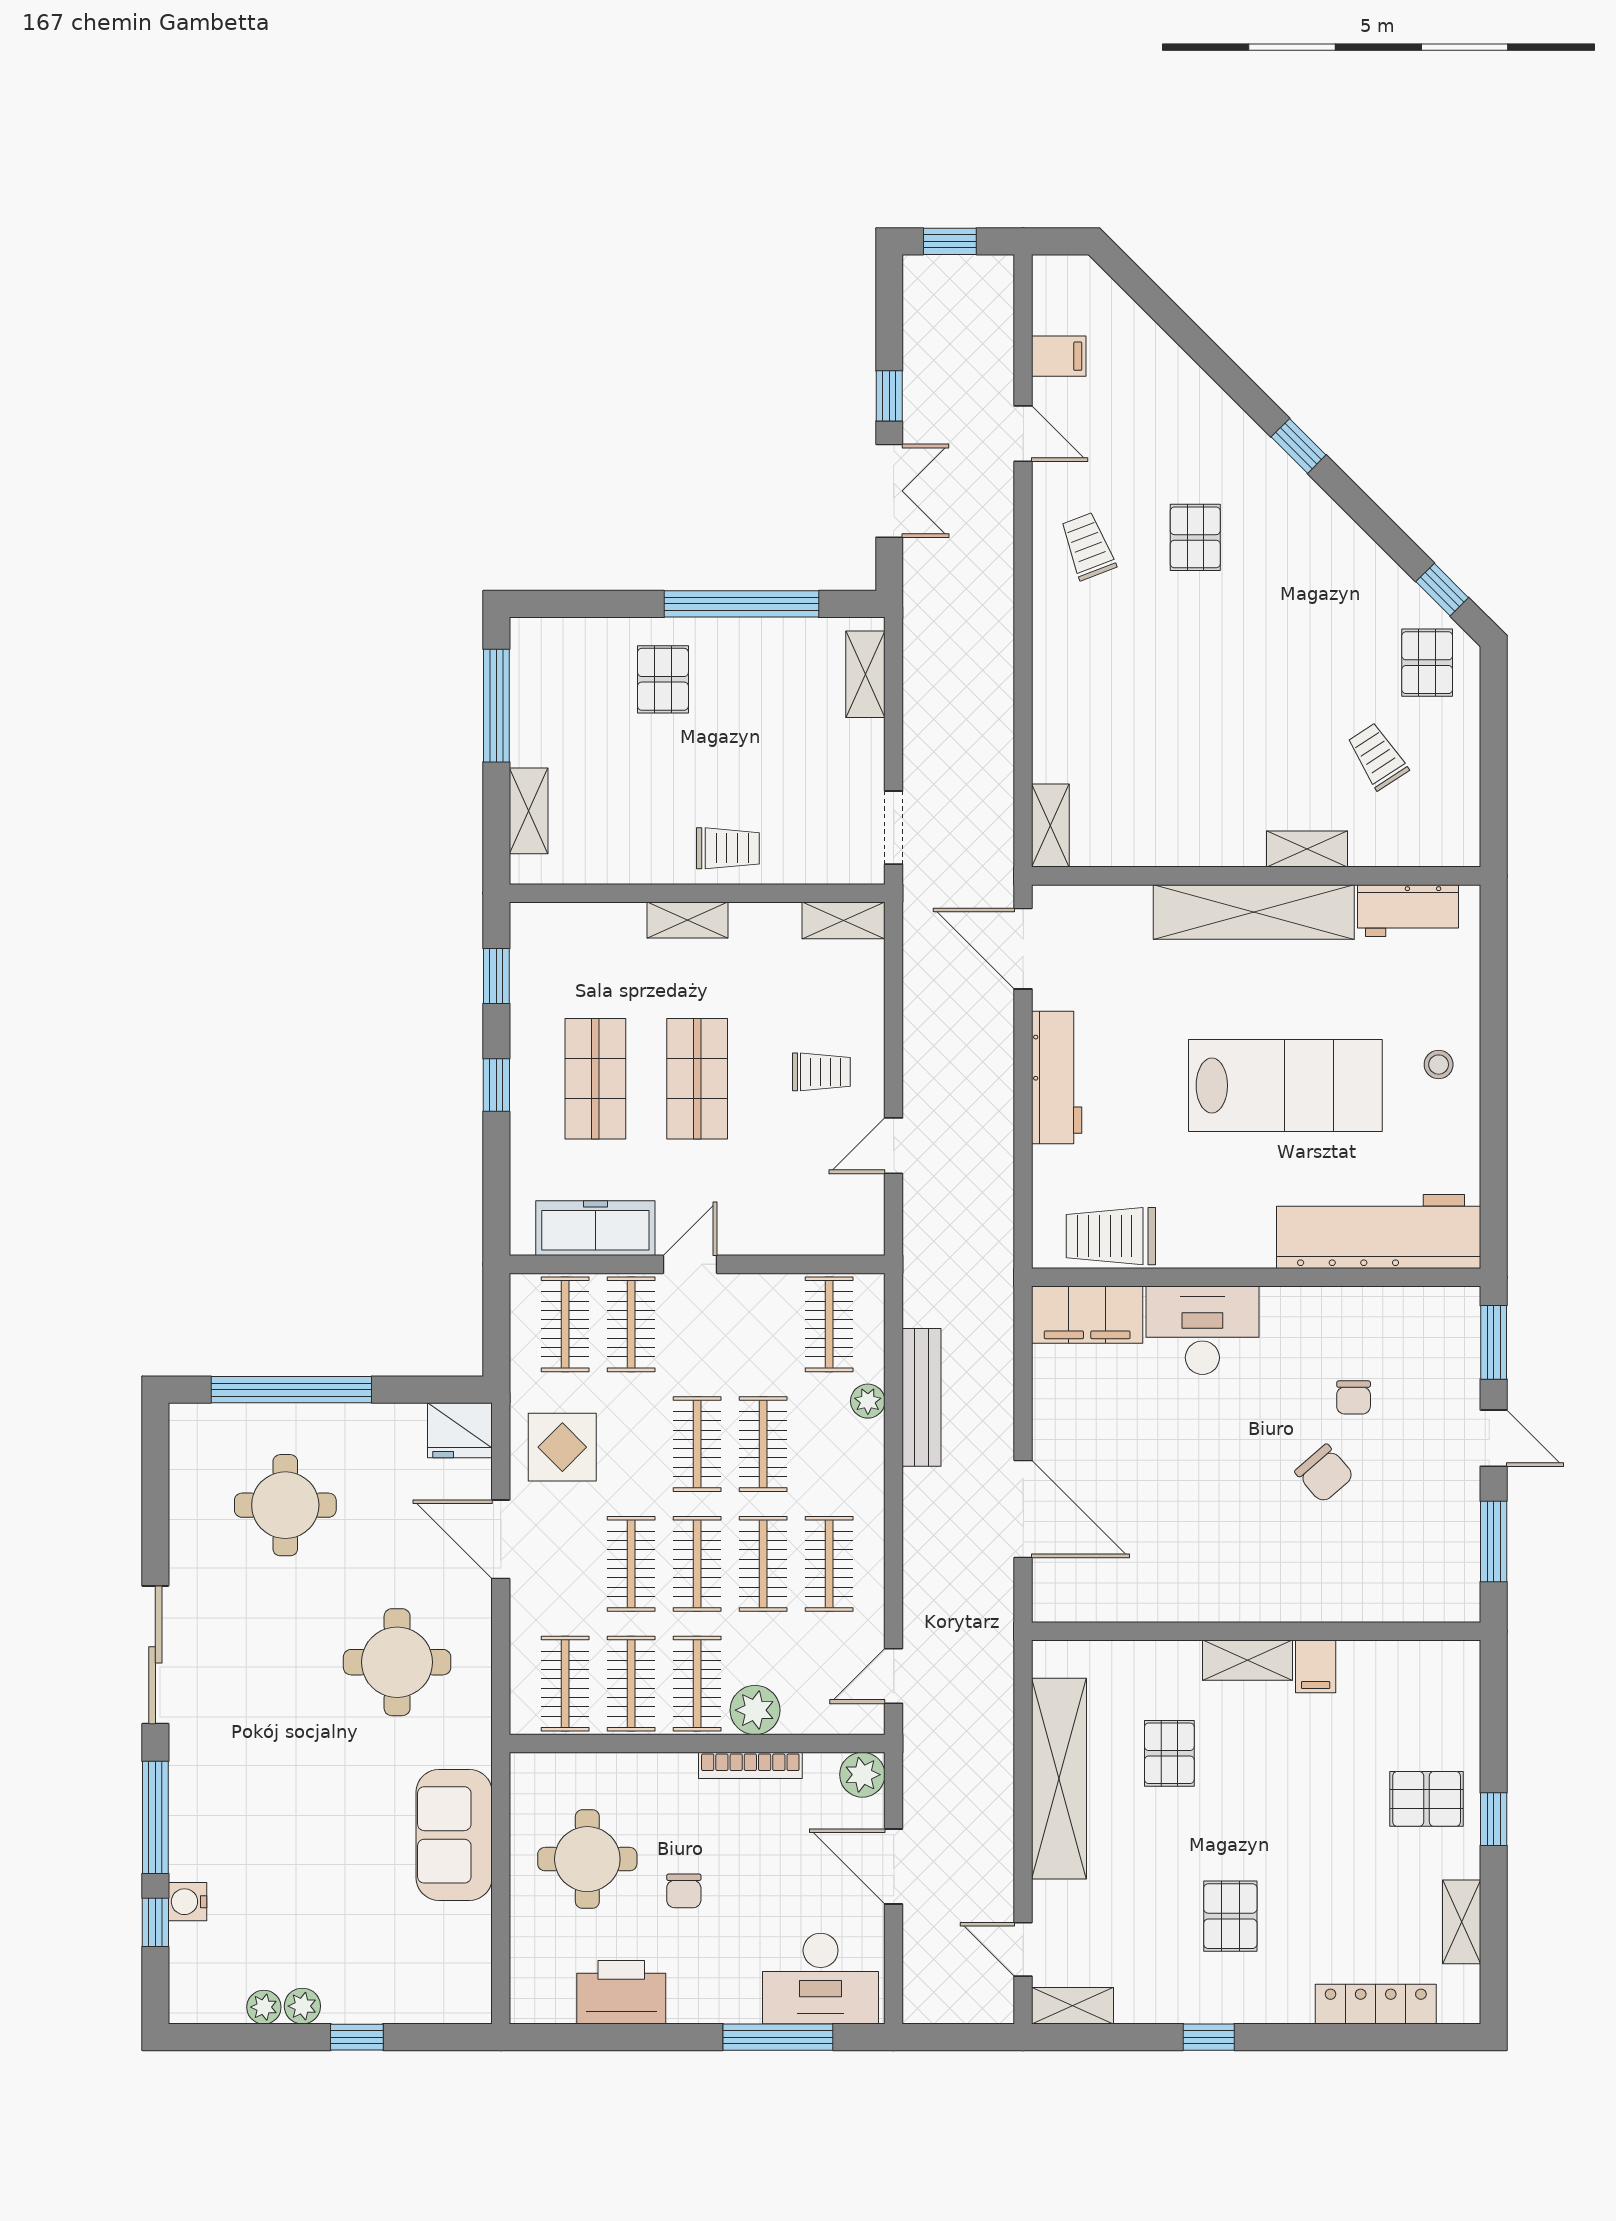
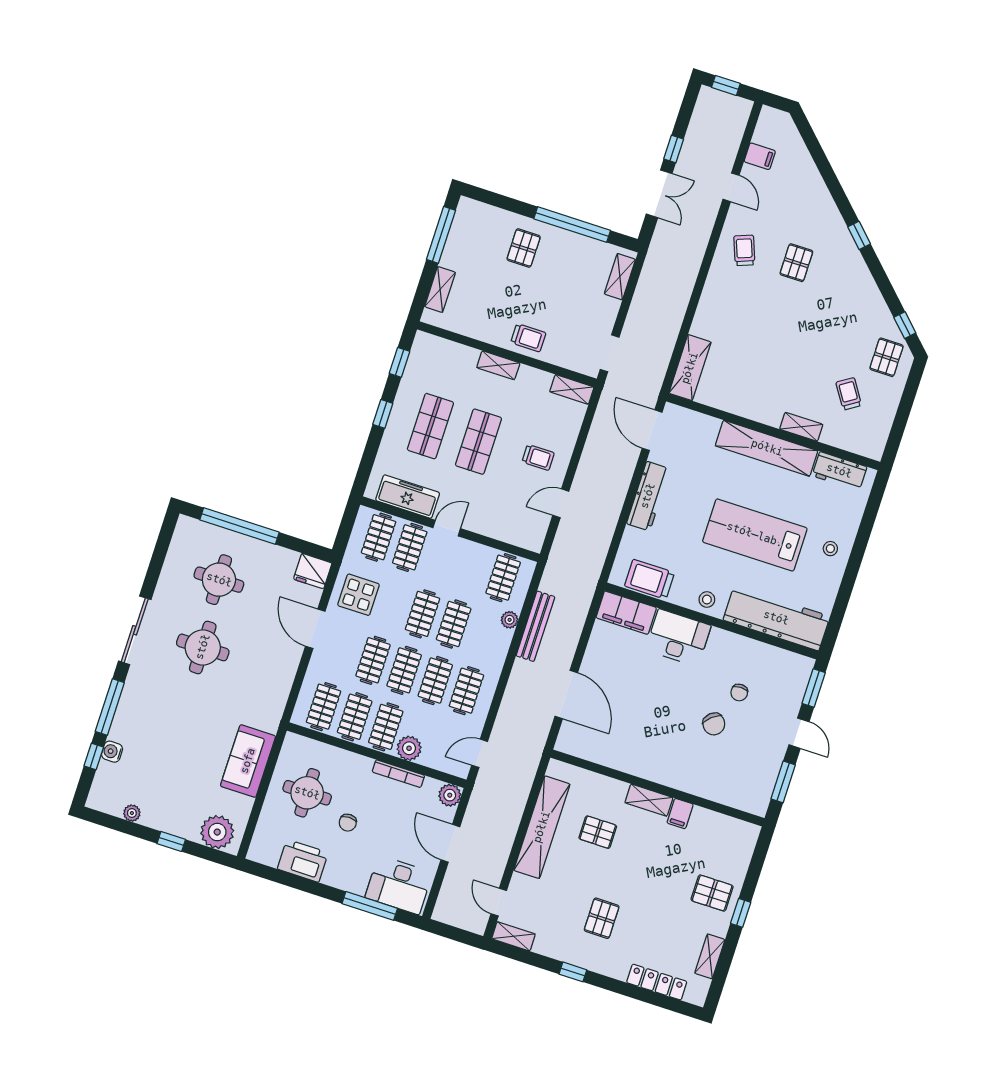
shelving: (1050, 826) -> (690, 368), width x1.50, depth x1.33
lab bench: (1285, 1086) -> (755, 535), turned 180
stool: (1234, 1239) -> (707, 600), added
round table: (397, 1662) -> (203, 647), moved
pallet: (1169, 1753) -> (598, 832), turned 90
plant: (302, 2006) -> (217, 832), moved, width x1.88, depth x1.88

